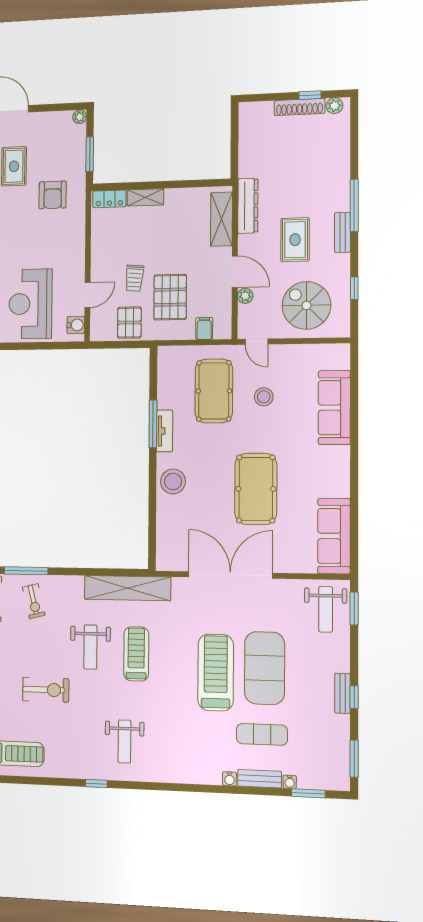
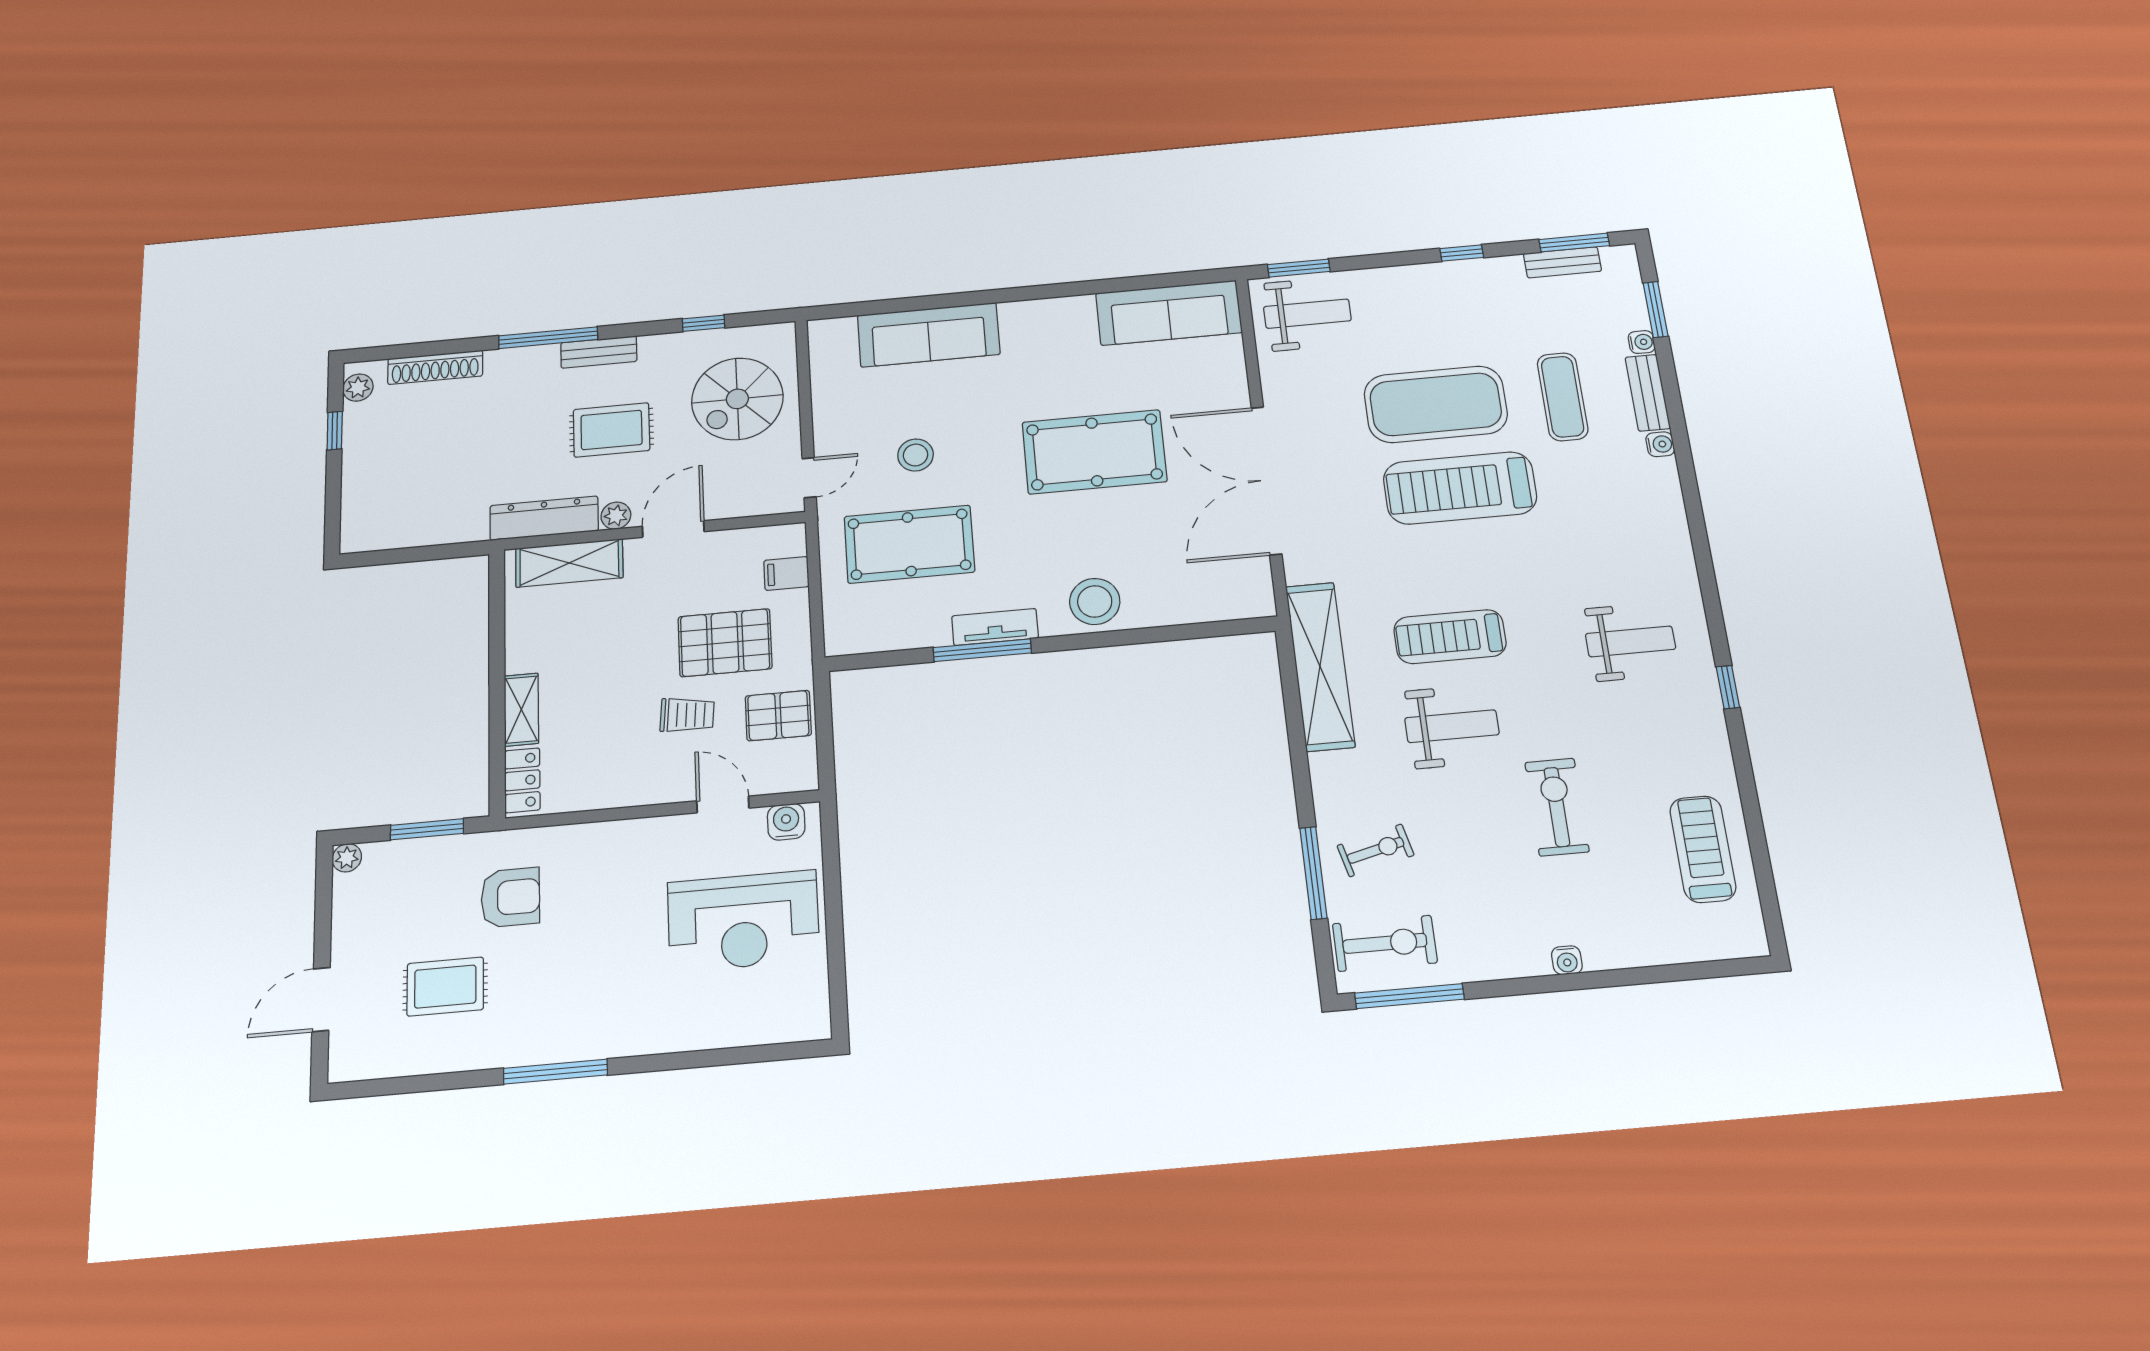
shoe rack: (300, 107) -> (435, 367), moved, turned 90
plant: (245, 296) -> (616, 516), moved
bench: (342, 693) -> (1562, 262), moved

